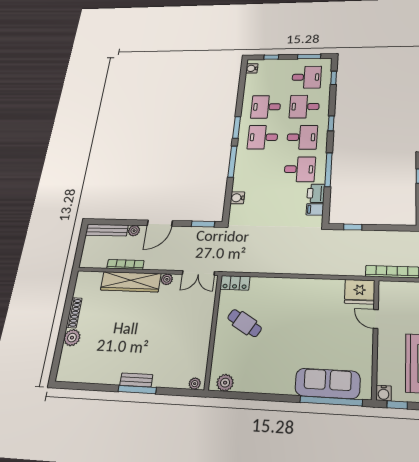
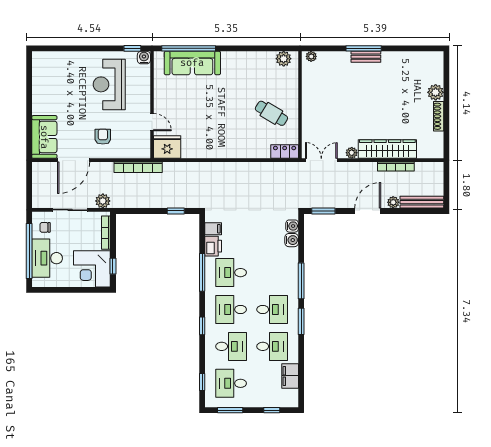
water cooler: (252, 68) -> (292, 226), moved
filing cabinet: (252, 84) -> (290, 376), added

